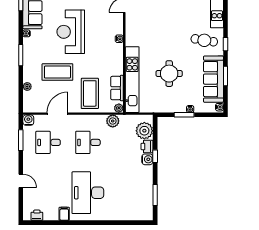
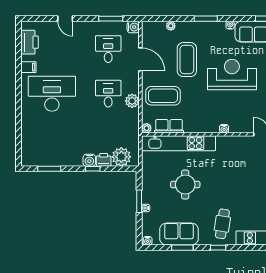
sofa: (213, 79) -> (179, 234), width x0.73
plant: (113, 121) -> (132, 101), moved
door: (21, 181) -> (65, 19), hinge flipped
printer: (37, 215) -> (30, 42), width x1.87, depth x1.48

